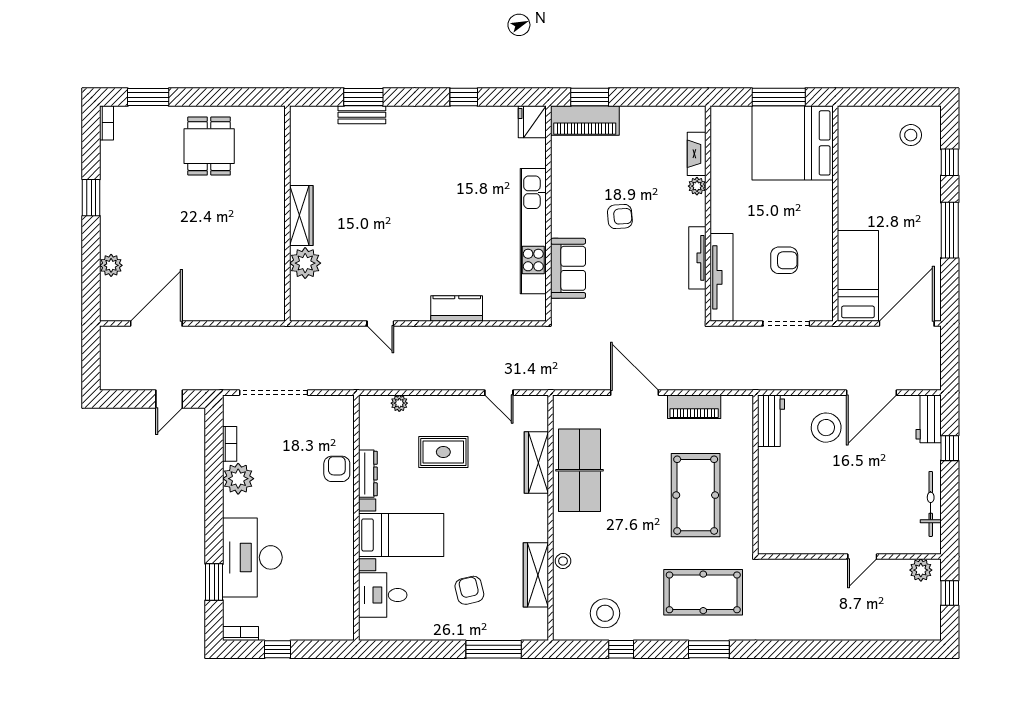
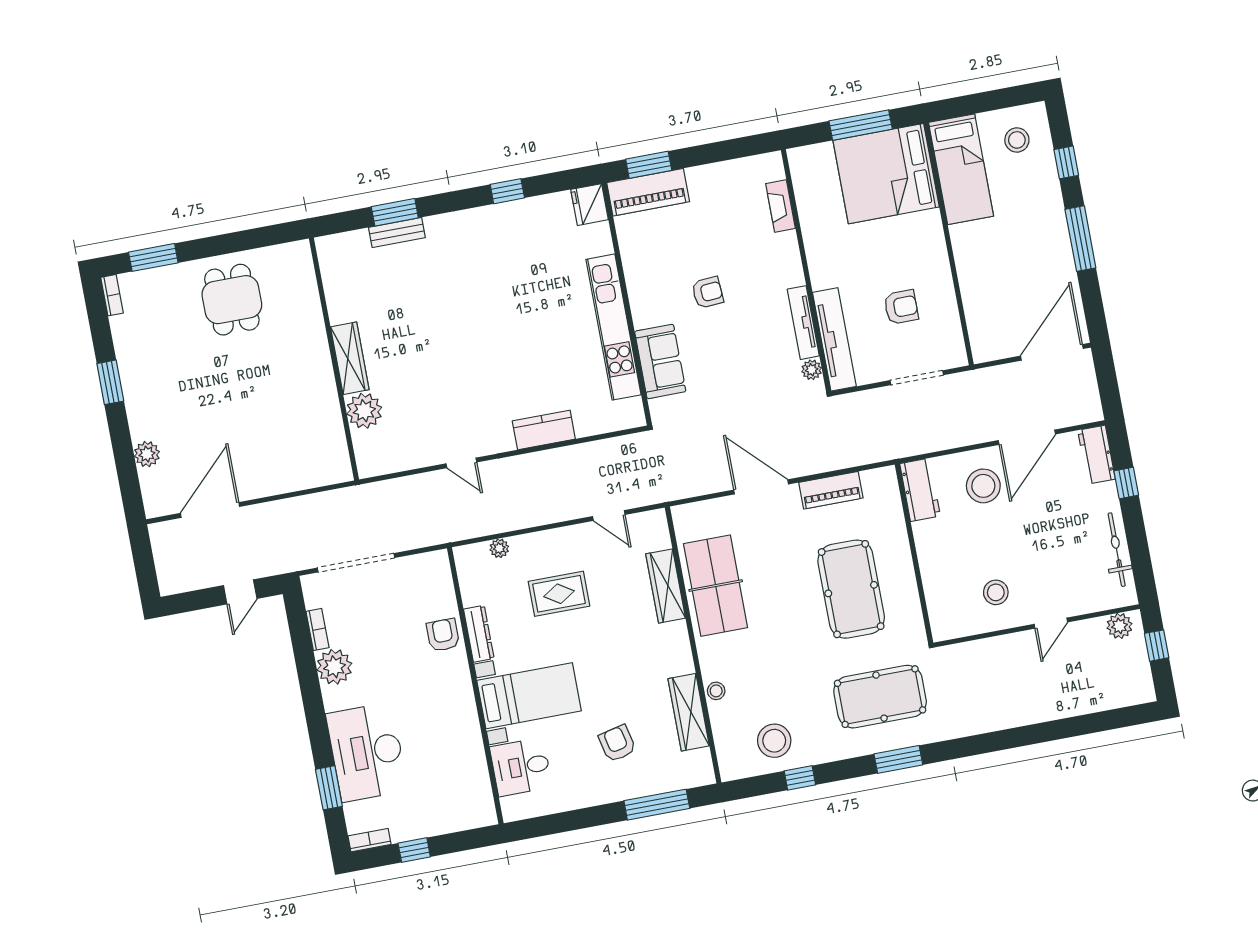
plant: (697, 186) -> (812, 370), moved
bed: (858, 276) -> (961, 169), moved, turned 180
stool: (820, 521) -> (996, 592), added

